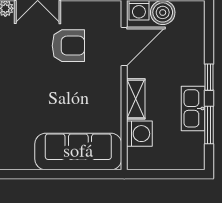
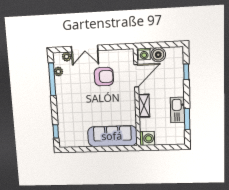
window: (209, 77) -> (186, 72), moved
washing machine: (139, 134) -> (147, 138), moved

